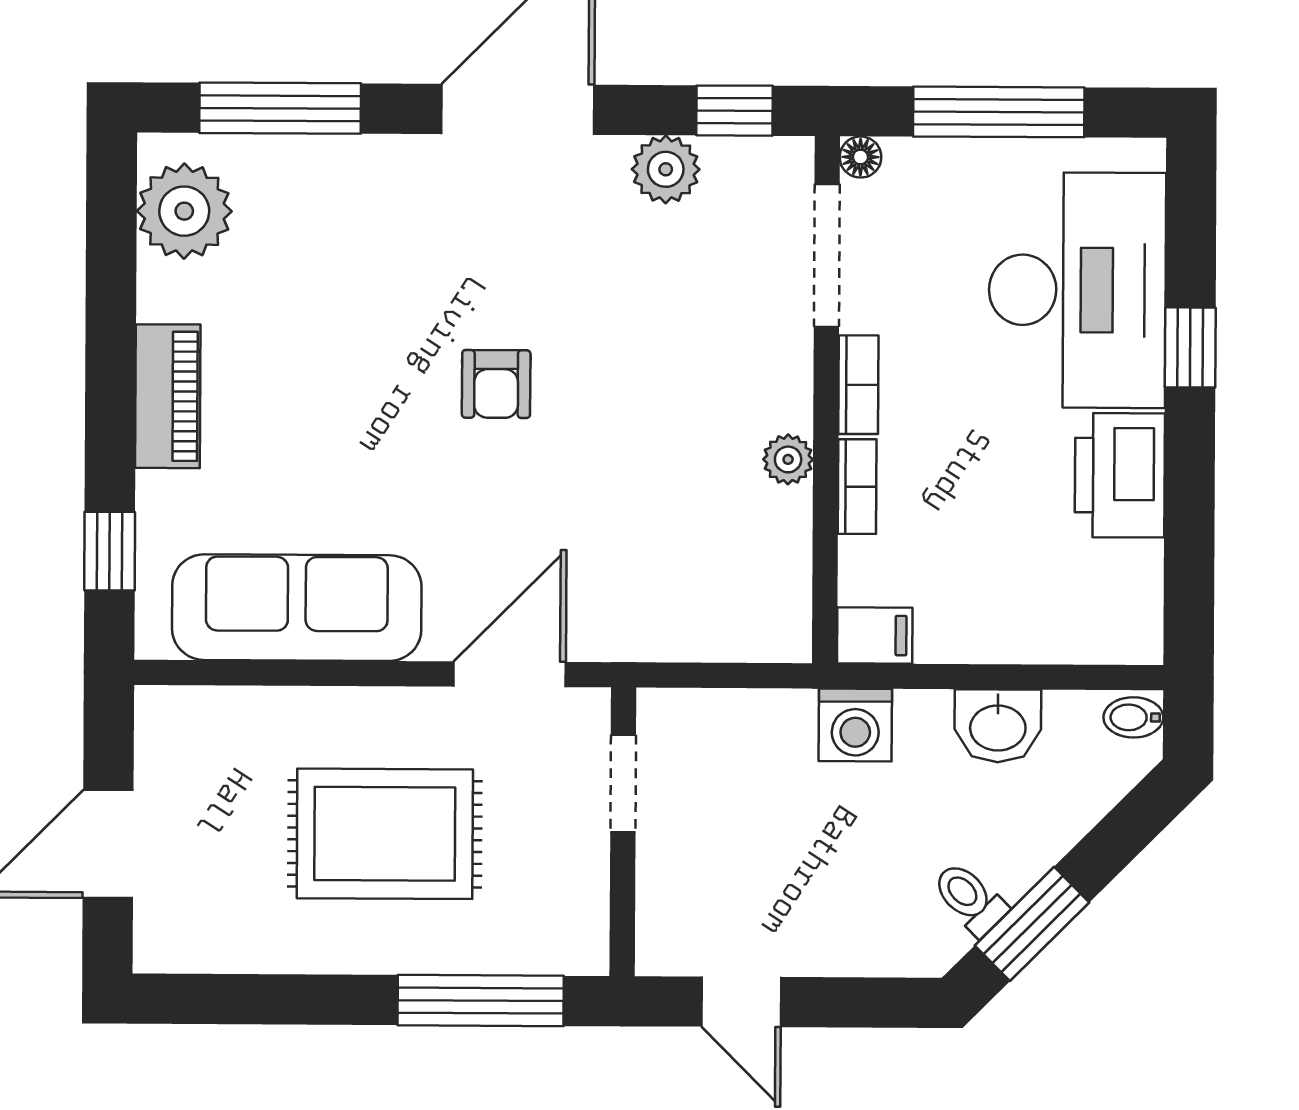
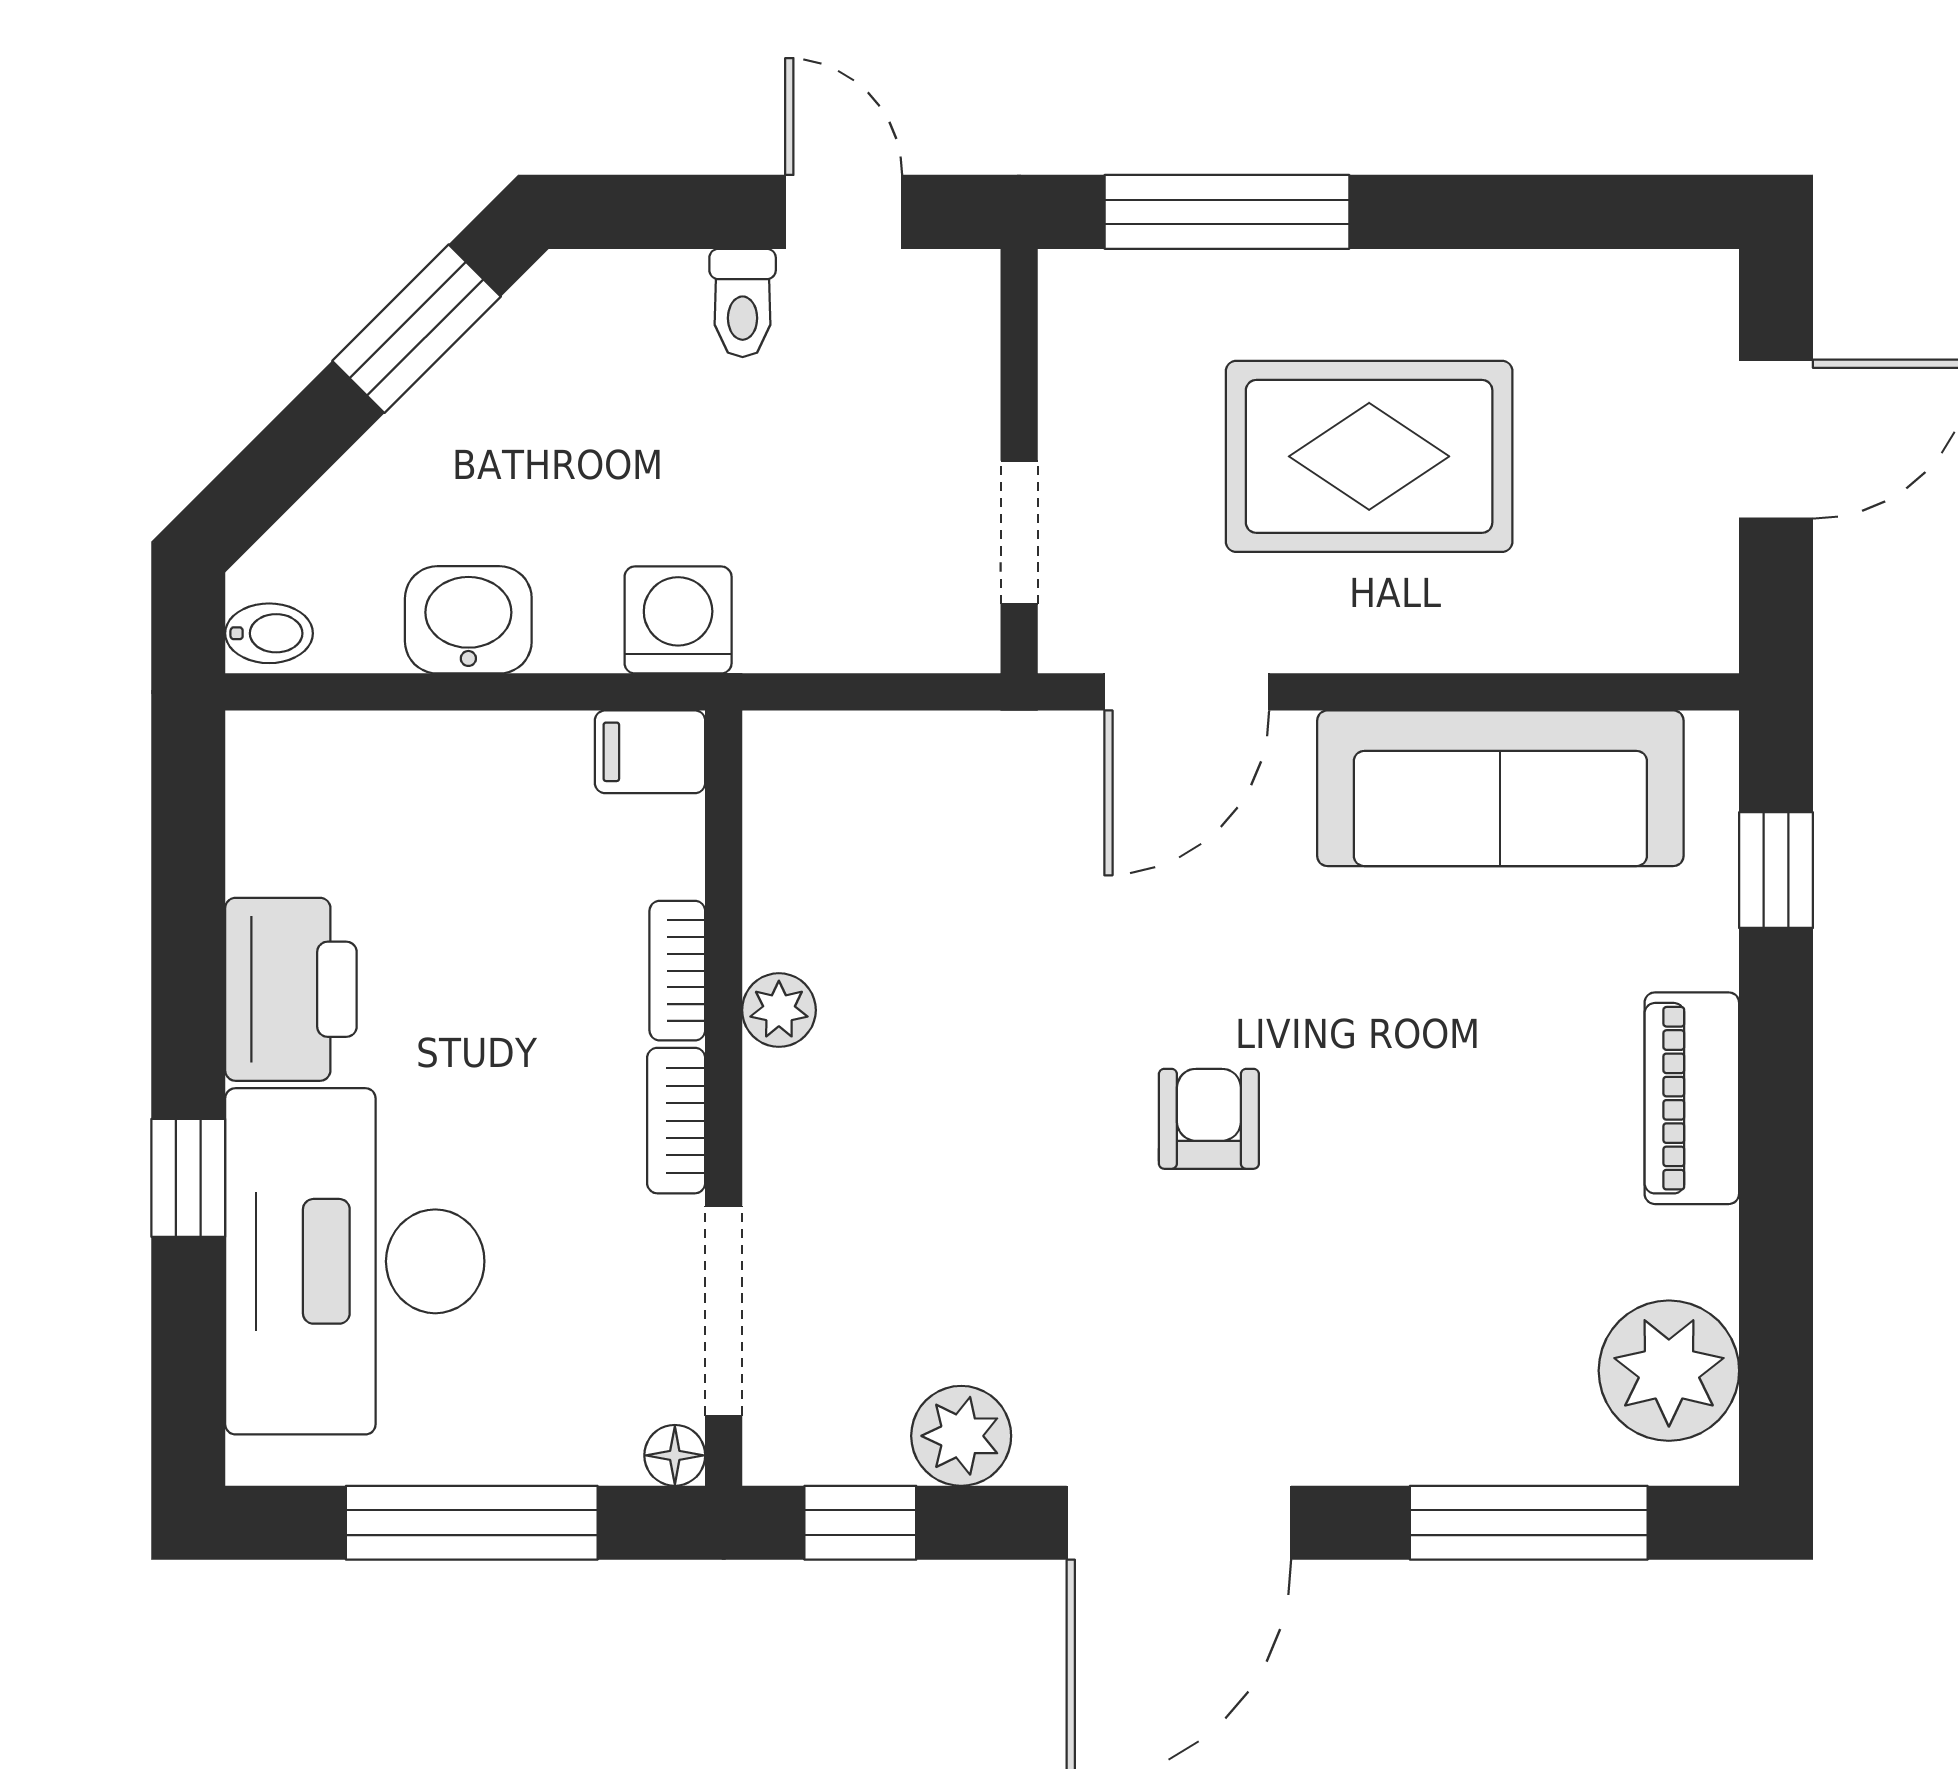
toilet: (970, 899) -> (743, 303), moved, turned 45

